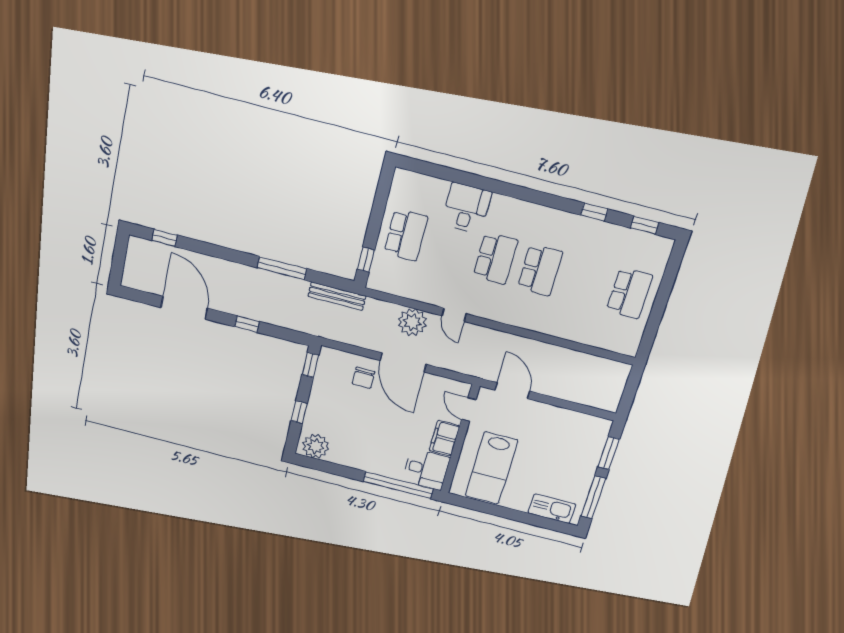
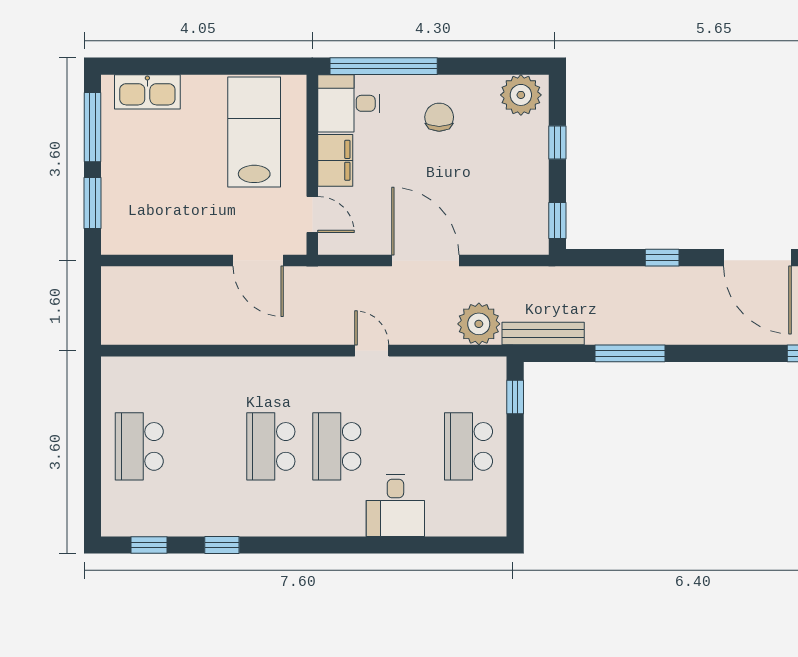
plant: (412, 322) -> (479, 324), moved
chair: (363, 378) -> (439, 117), moved

